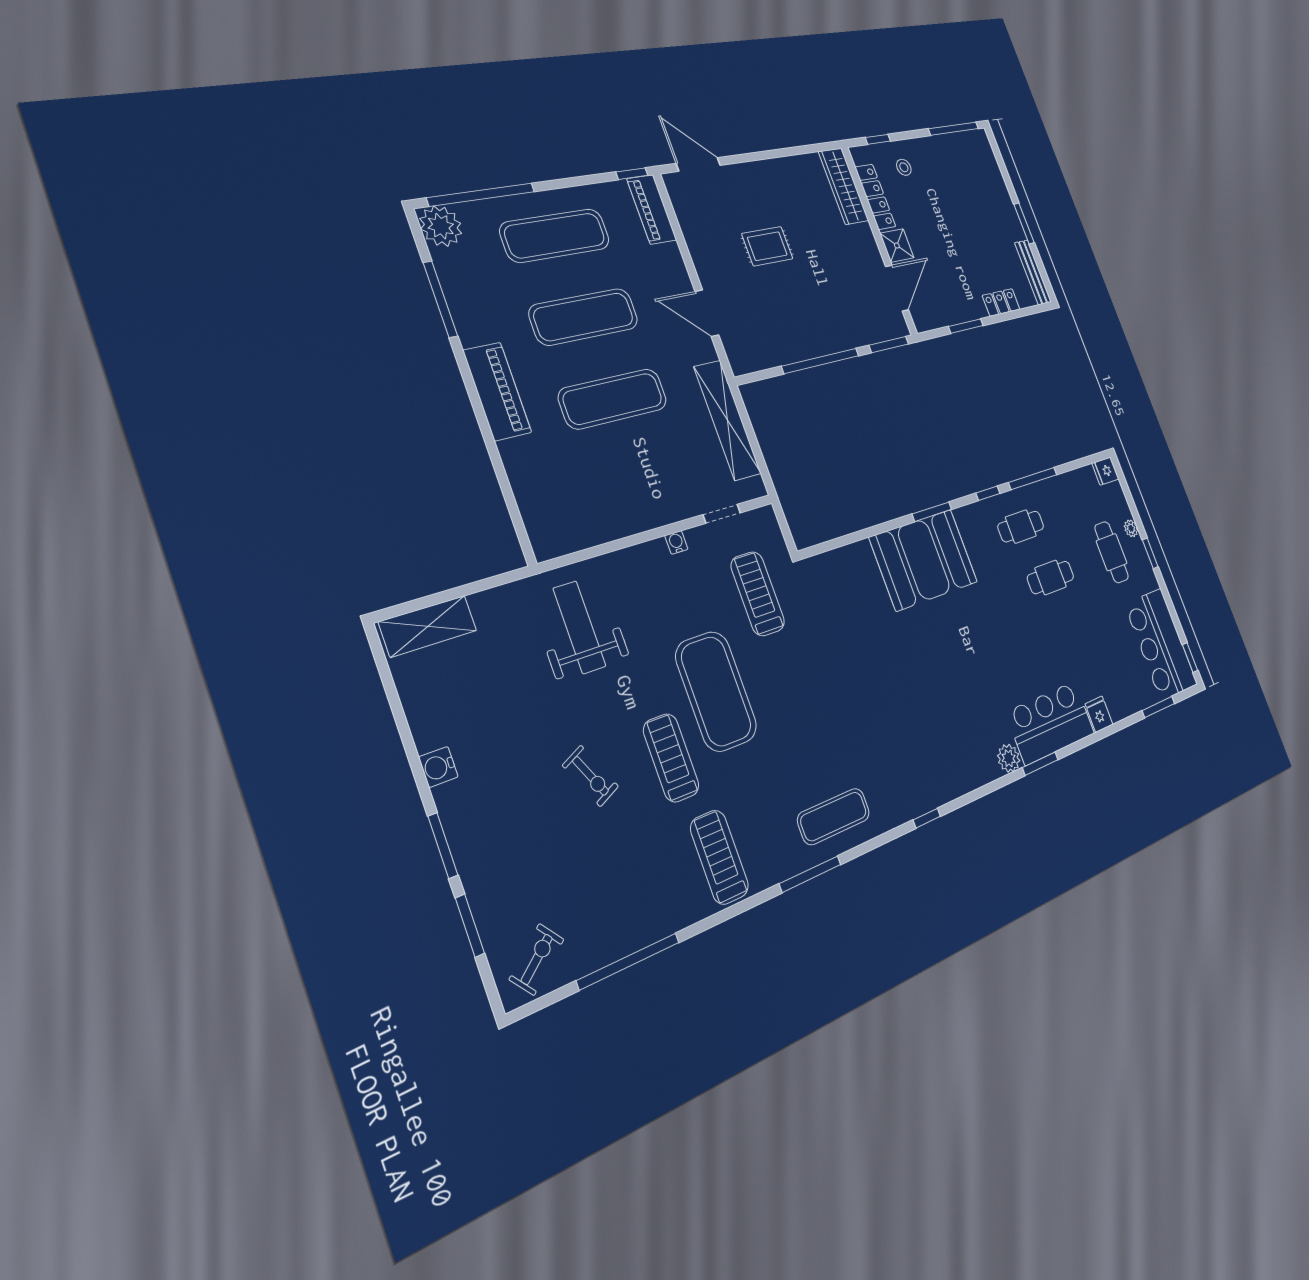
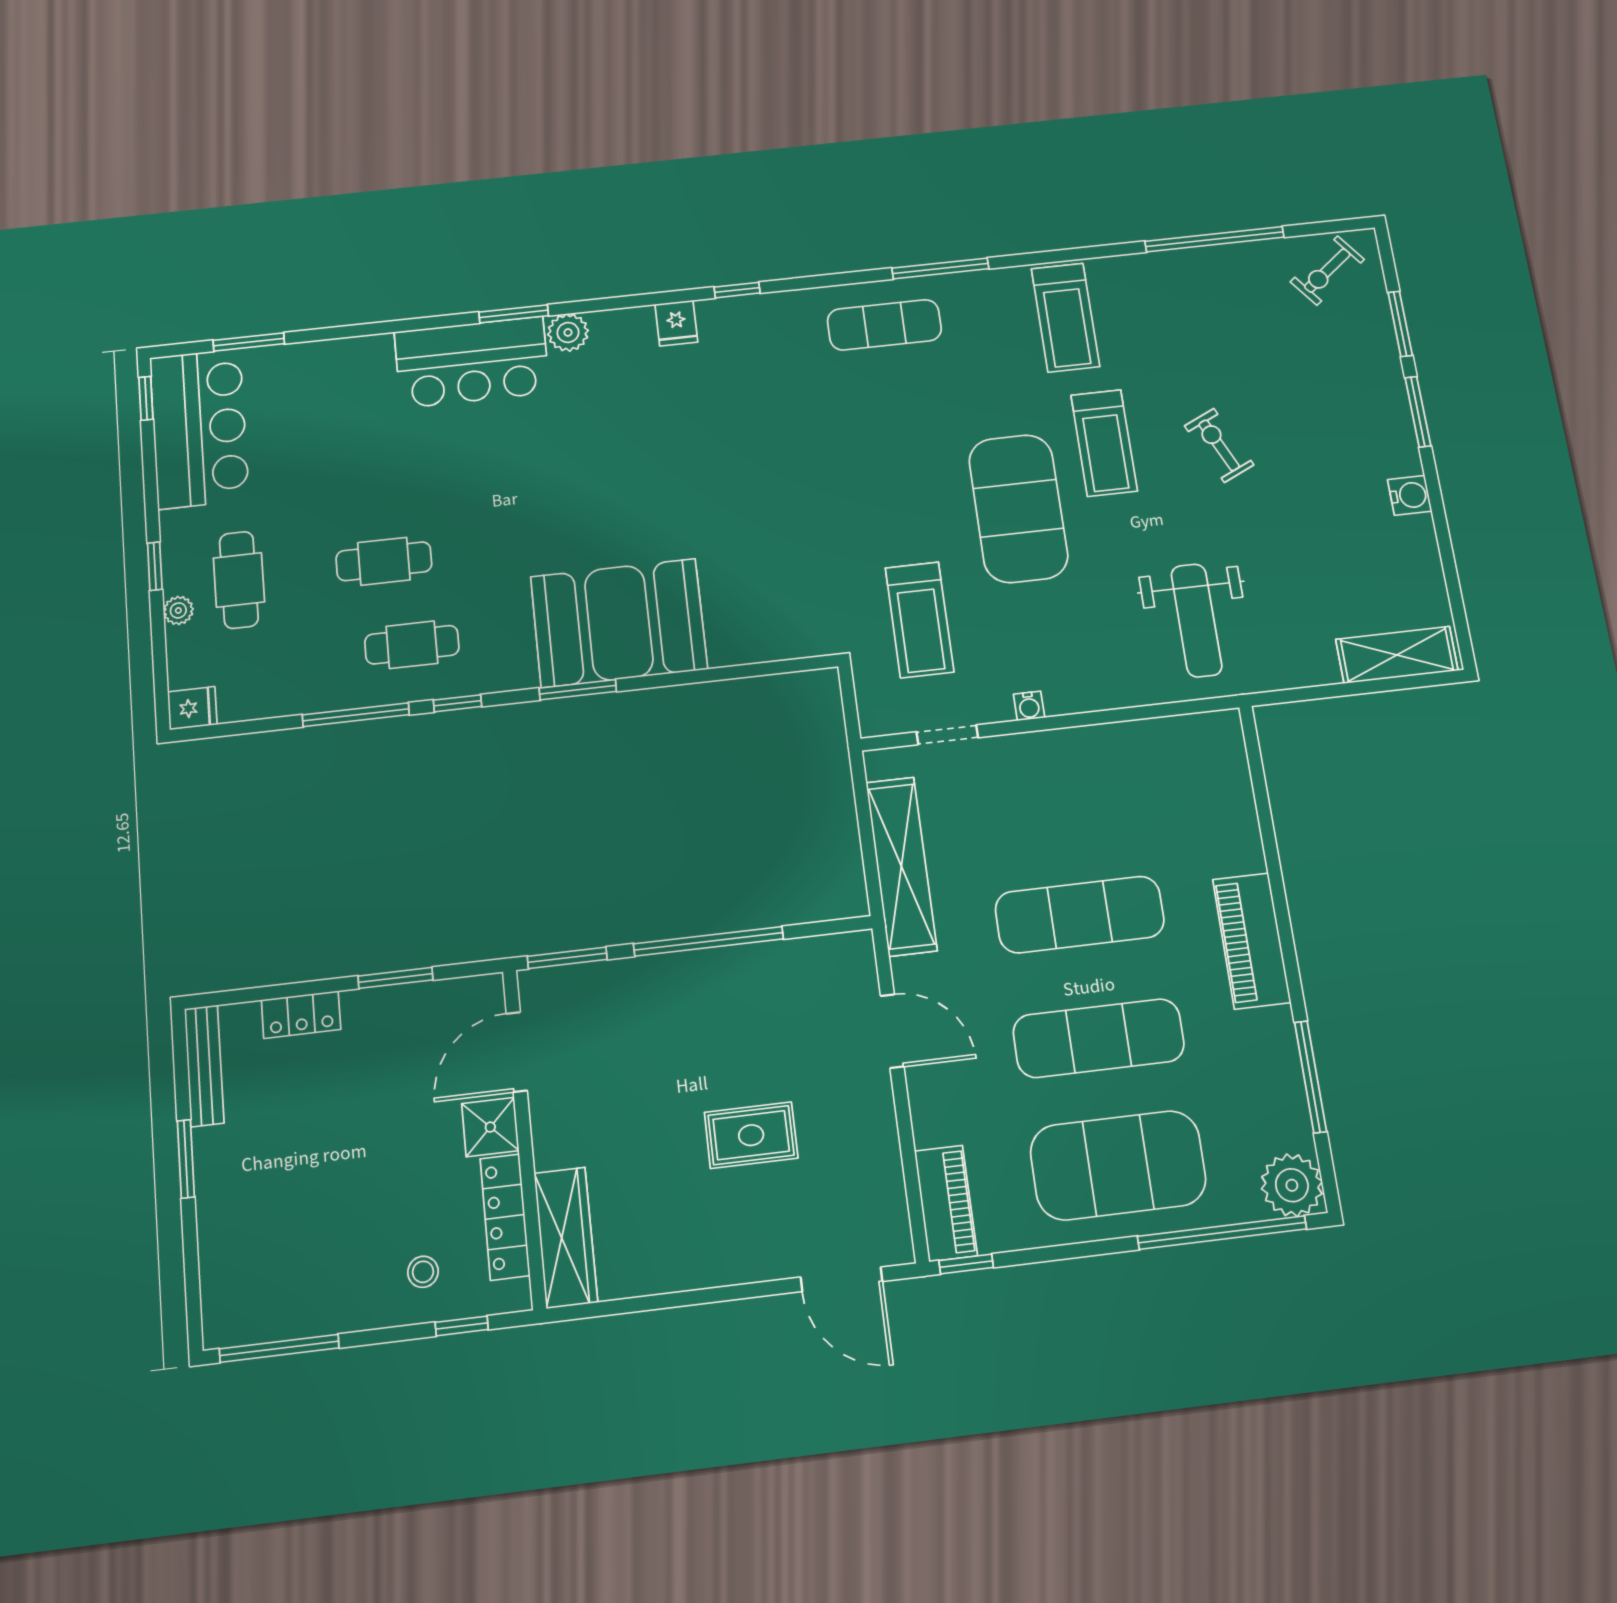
exercise mat: (555, 236) -> (1118, 1165), width x1.47
fridge: (1099, 714) -> (676, 323), moved

